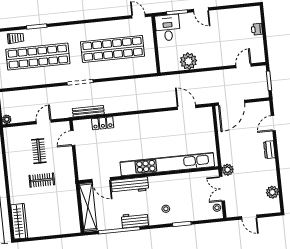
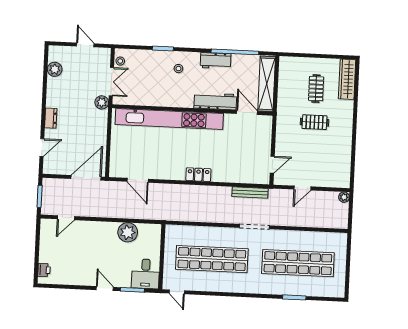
printer: (257, 29) -> (44, 270), moved
trolley: (16, 38) -> (320, 288), removed
locker: (103, 123) -> (198, 175), moved
clothes rail: (39, 151) -> (316, 89), moved

